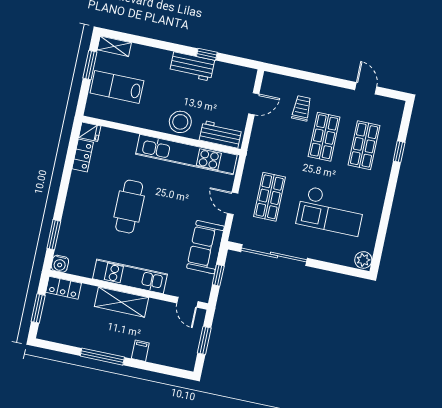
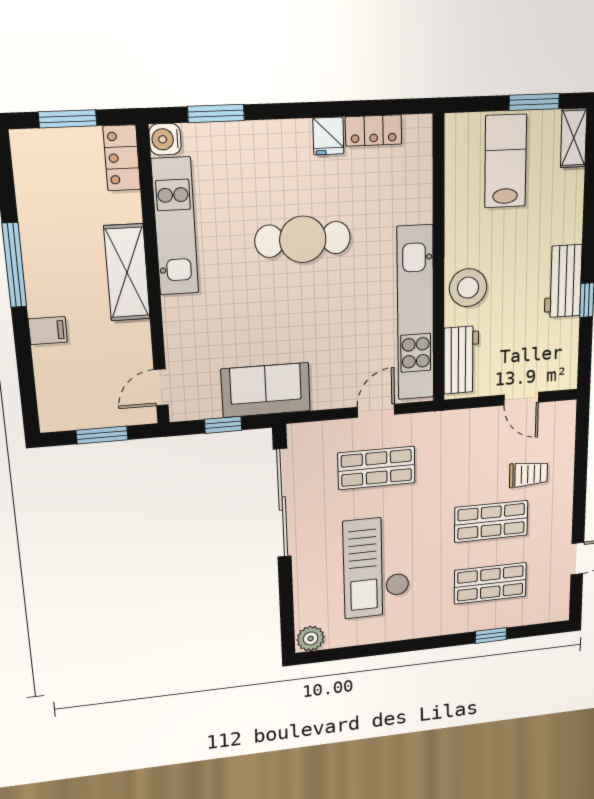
fridge: (90, 132) -> (328, 136), moved
door: (233, 203) -> (376, 411), moved
kitchen unit: (130, 276) -> (175, 227), moved

